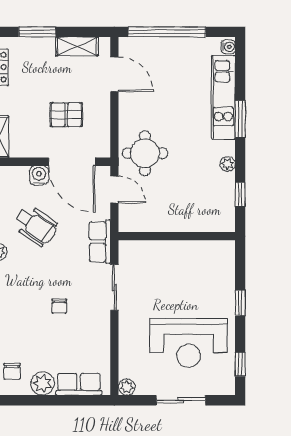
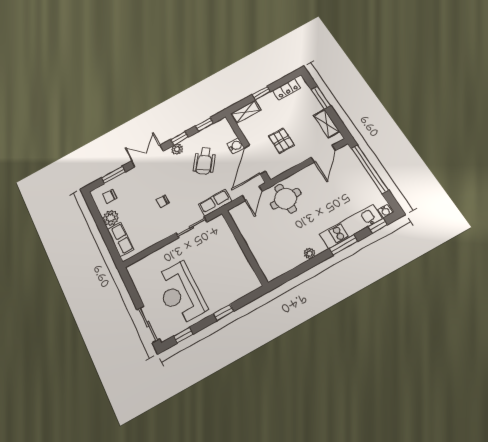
window: (240, 194) -> (378, 226), moved
plant: (127, 387) -> (133, 270), removed
sliding door: (181, 400) -> (148, 324), moved

